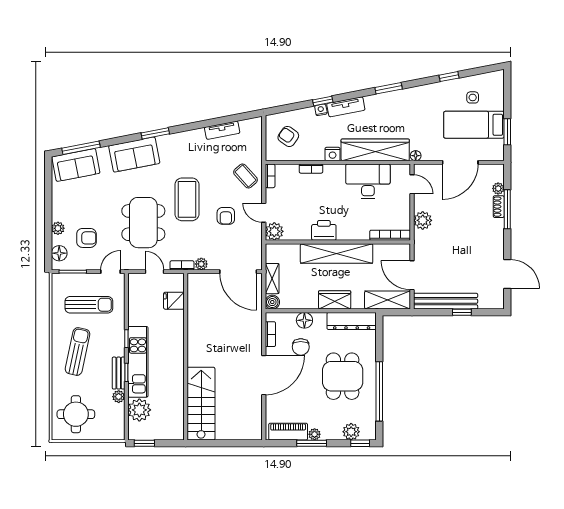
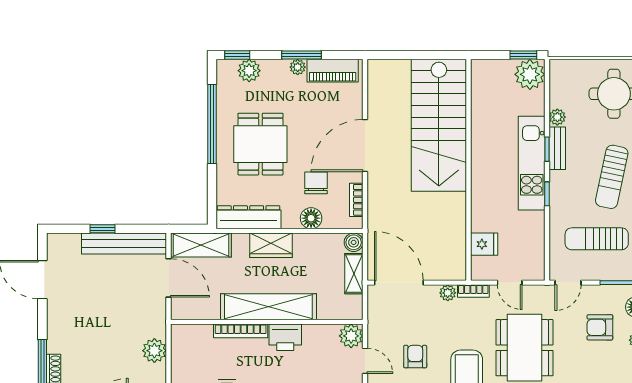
bookcase: (390, 235) -> (241, 331), moved
stairs: (201, 404) -> (439, 125), width x1.36, depth x1.51
plant: (139, 410) -> (530, 74), moved

